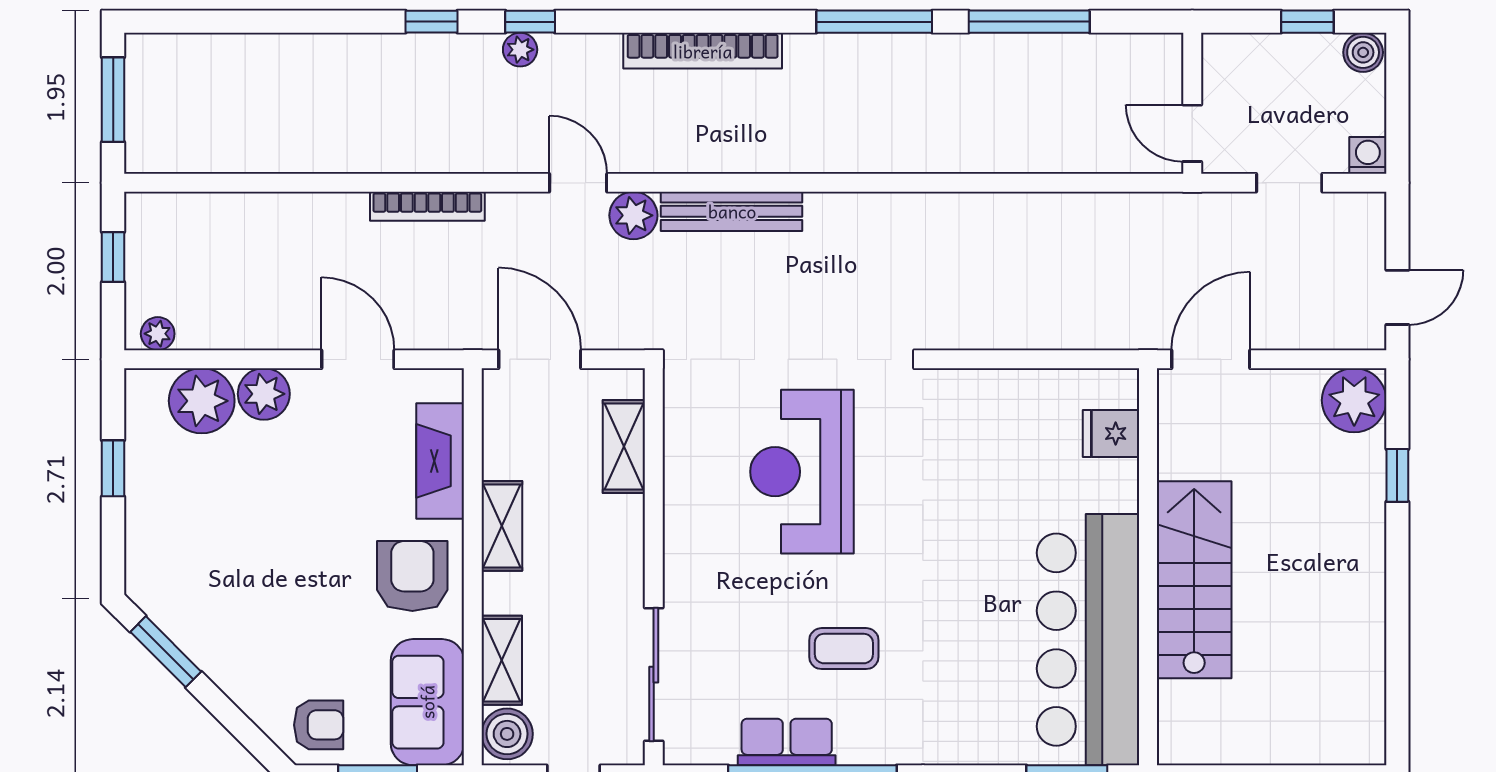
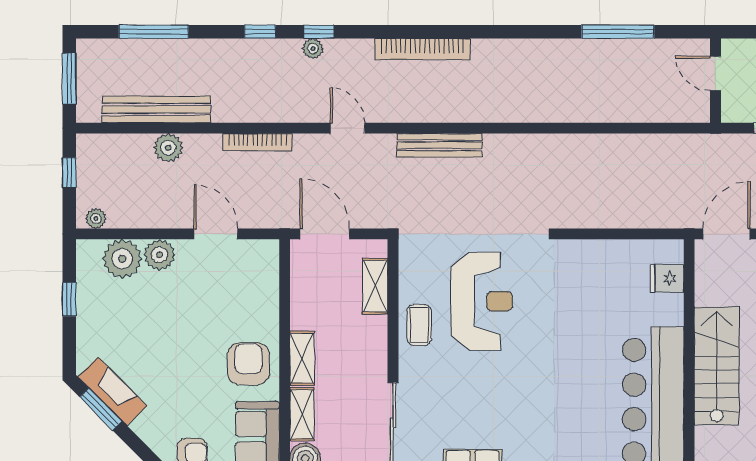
window: (874, 22) -> (154, 32), moved
door: (1192, 133) -> (715, 73), moved
bench: (258, 151) -> (156, 109), added
plant: (633, 215) -> (168, 148), moved
fireplace: (440, 461) -> (113, 391), moved, turned 135
reception desk: (802, 472) -> (482, 301), turned 180
shelving: (502, 526) -> (302, 358), moved
coffee table: (844, 649) -> (419, 325), moved, turned 90

